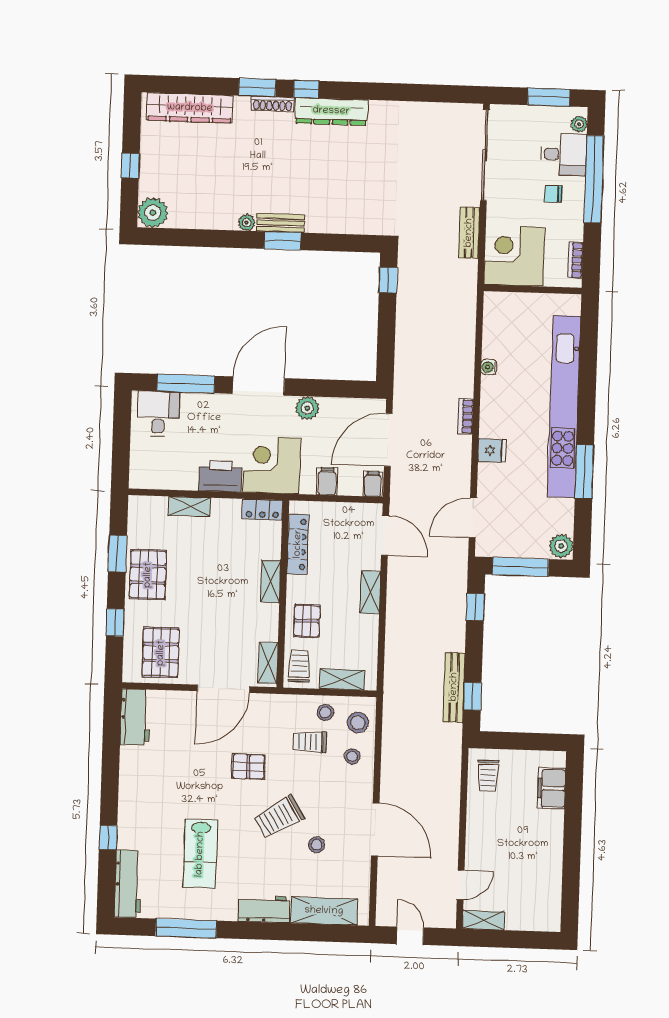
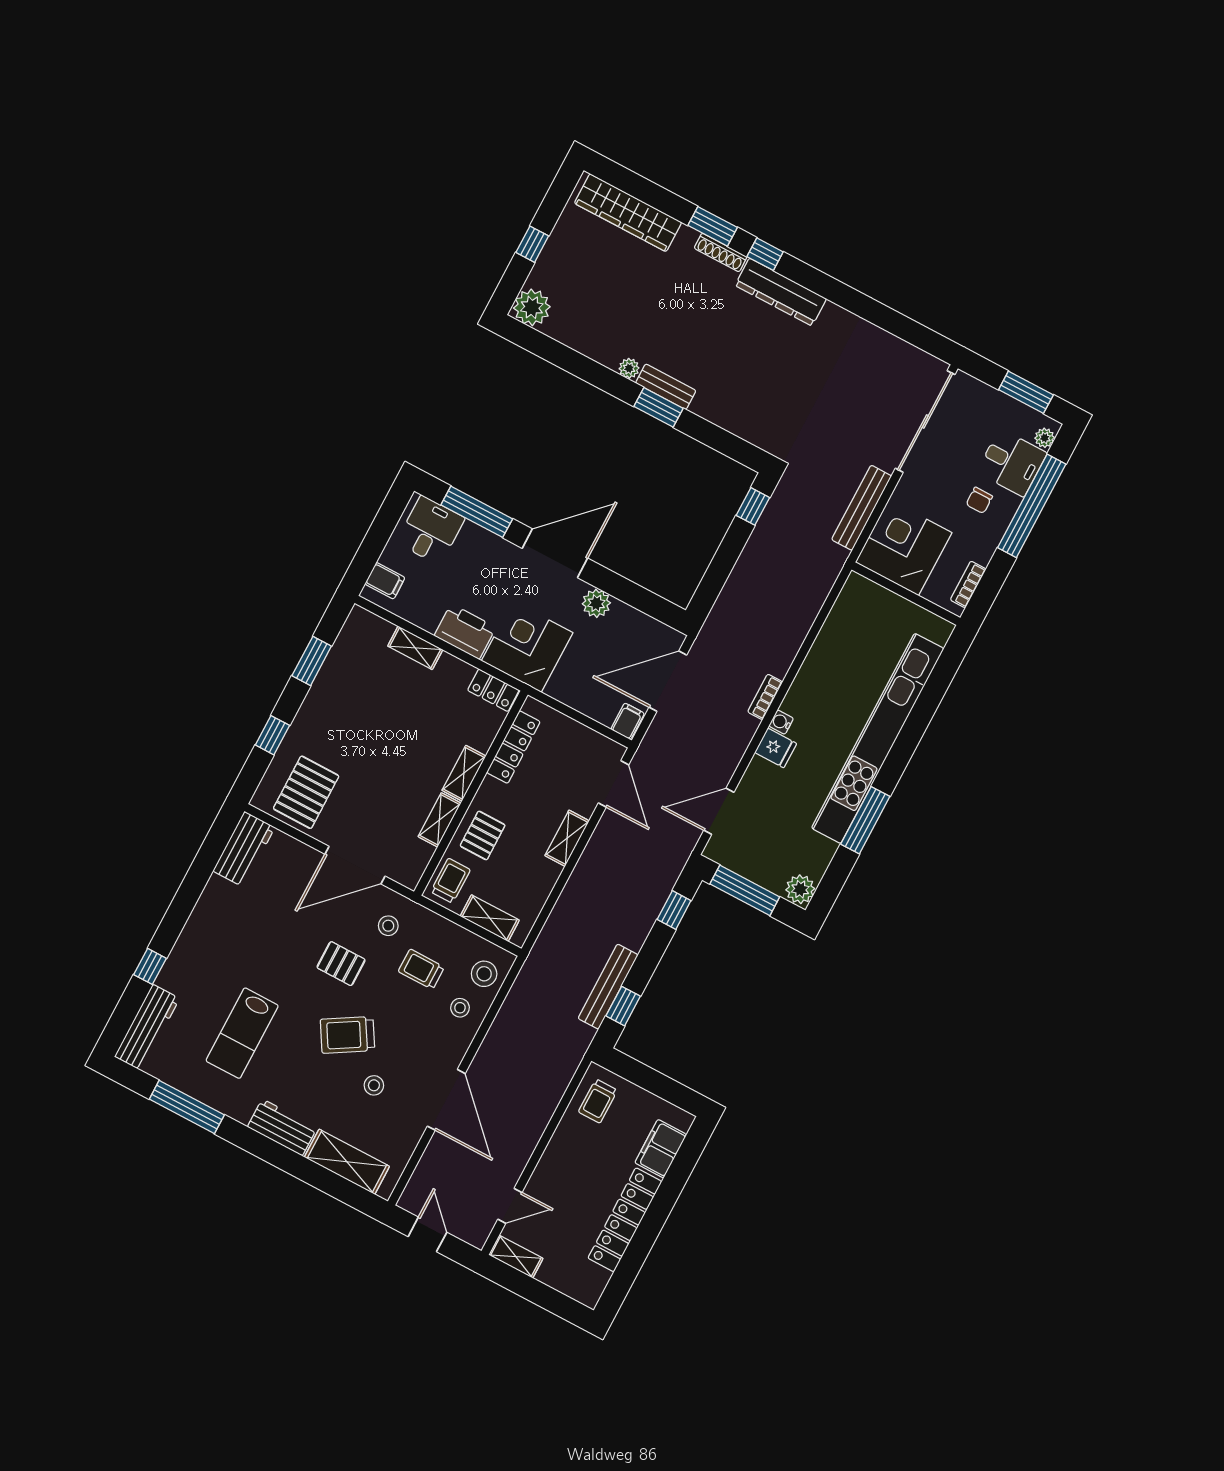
chair: (553, 194) -> (979, 500), turned -90
bench: (469, 233) -> (862, 508), width x1.36
water cooler: (489, 367) -> (781, 722), moved
filing cabinet: (327, 481) -> (385, 581), moved, turned 90
pallet: (148, 575) -> (334, 700), removed
shelving: (268, 663) -> (439, 820), moved
stool: (325, 712) -> (388, 926), moved
locker: (551, 854) -> (625, 1220), added

